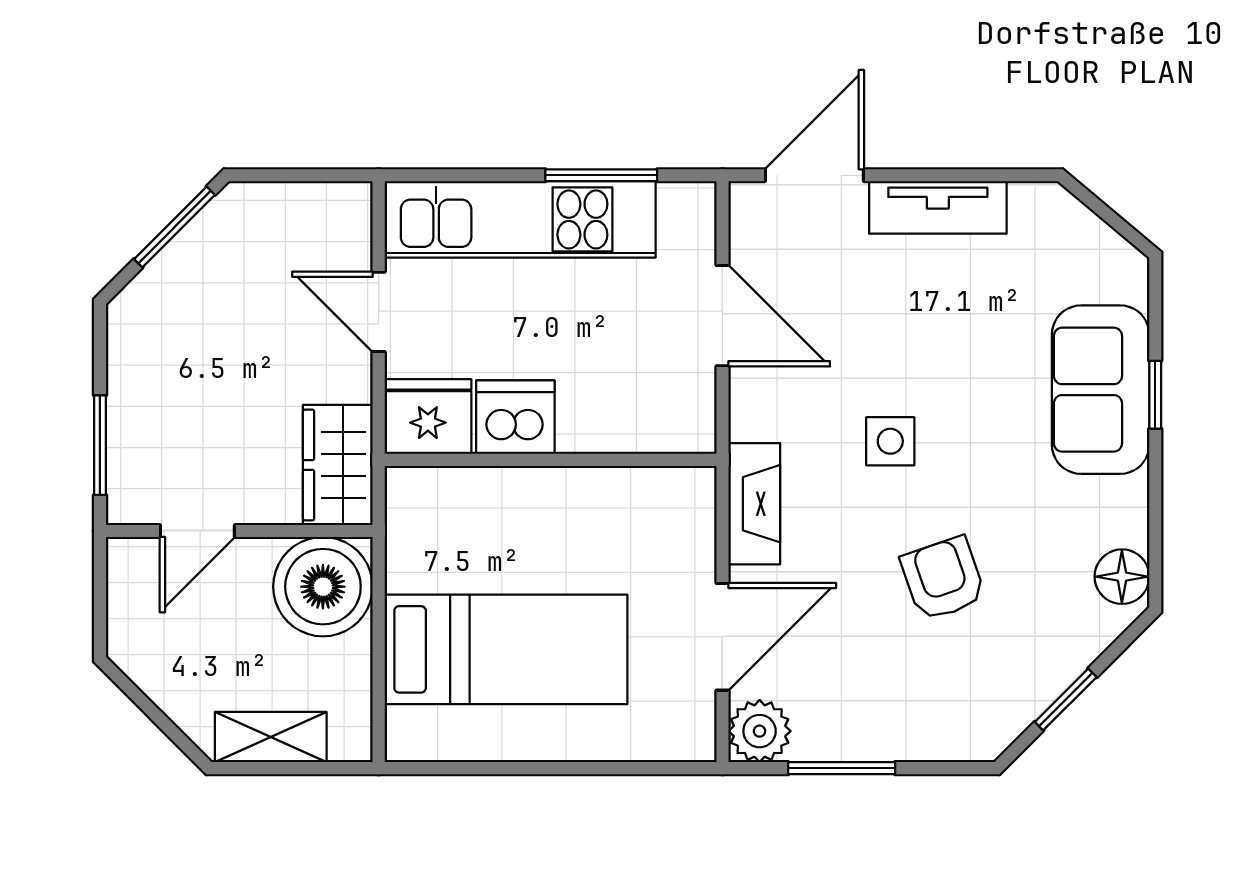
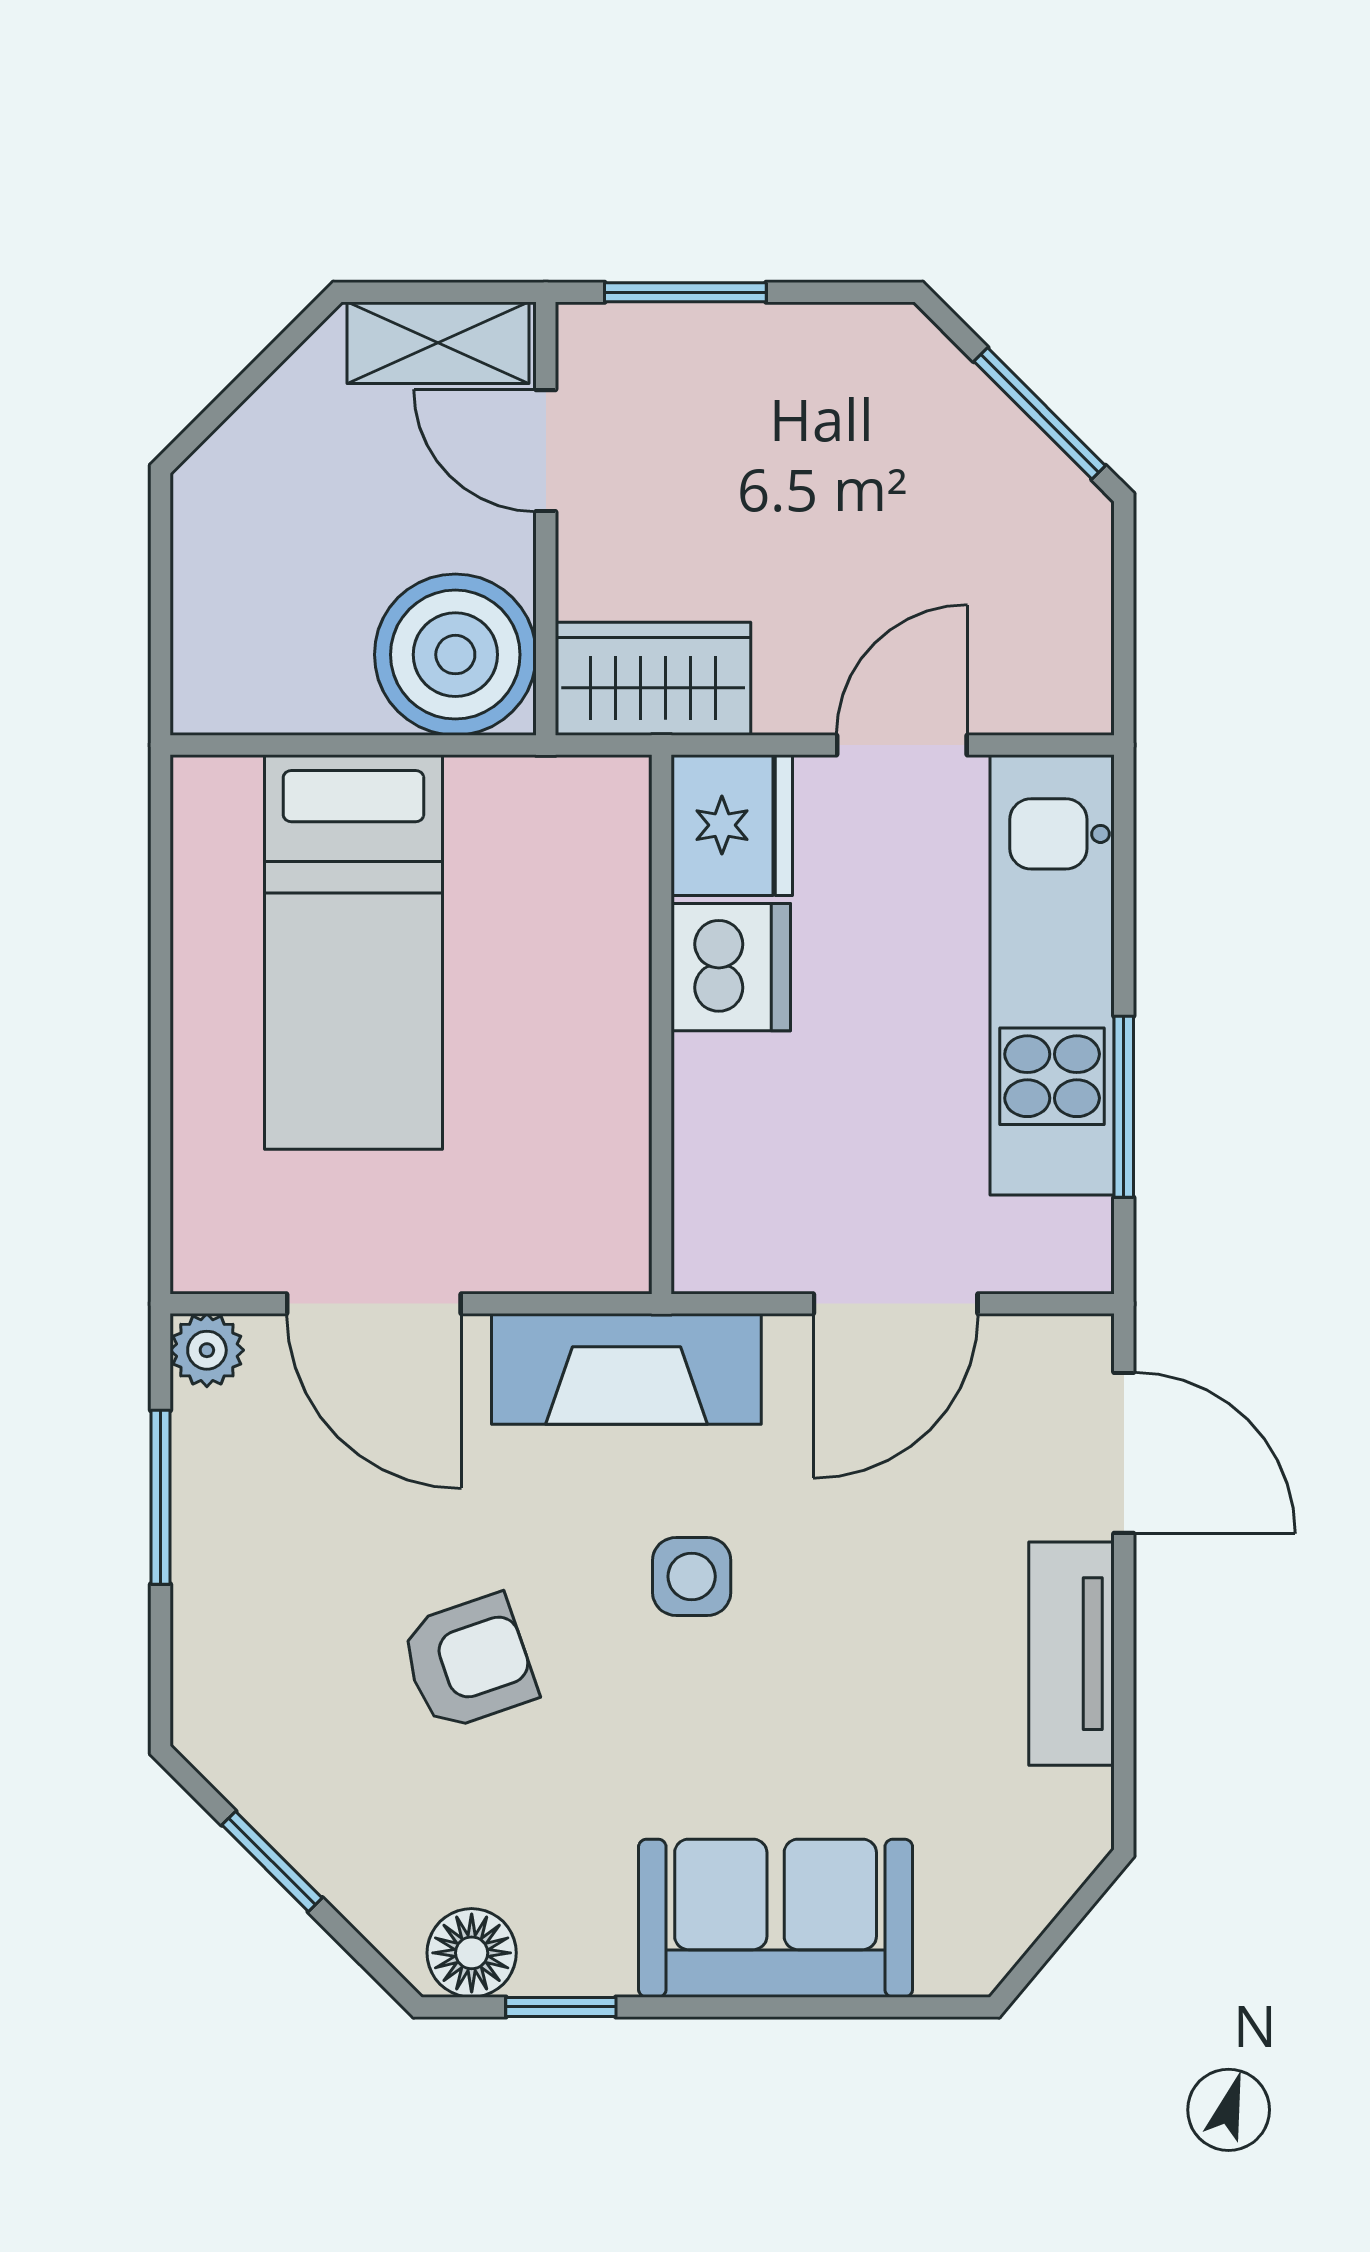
window: (1155, 395) -> (561, 2007), moved
fireplace: (754, 504) -> (626, 1369), width x1.37, depth x1.32
plant: (760, 731) -> (207, 1350), width x0.73, depth x0.73
shelving: (271, 737) -> (438, 343), moved, turned 90

